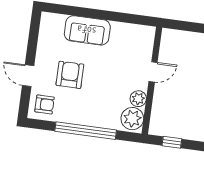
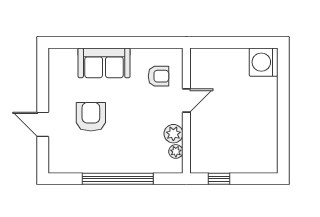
armchair: (45, 104) -> (158, 76), moved
plant: (132, 119) -> (176, 151), width x0.53, depth x0.53

